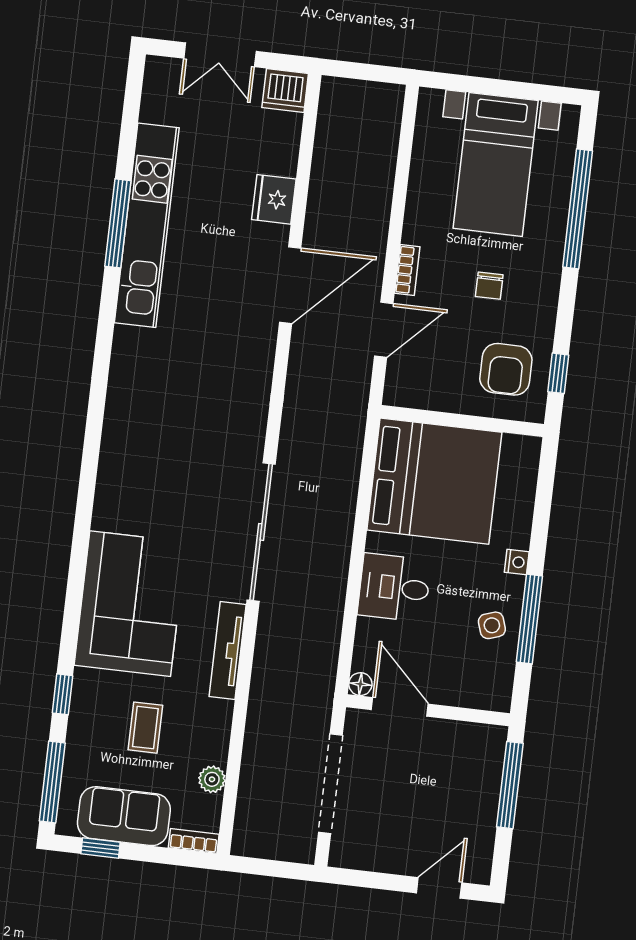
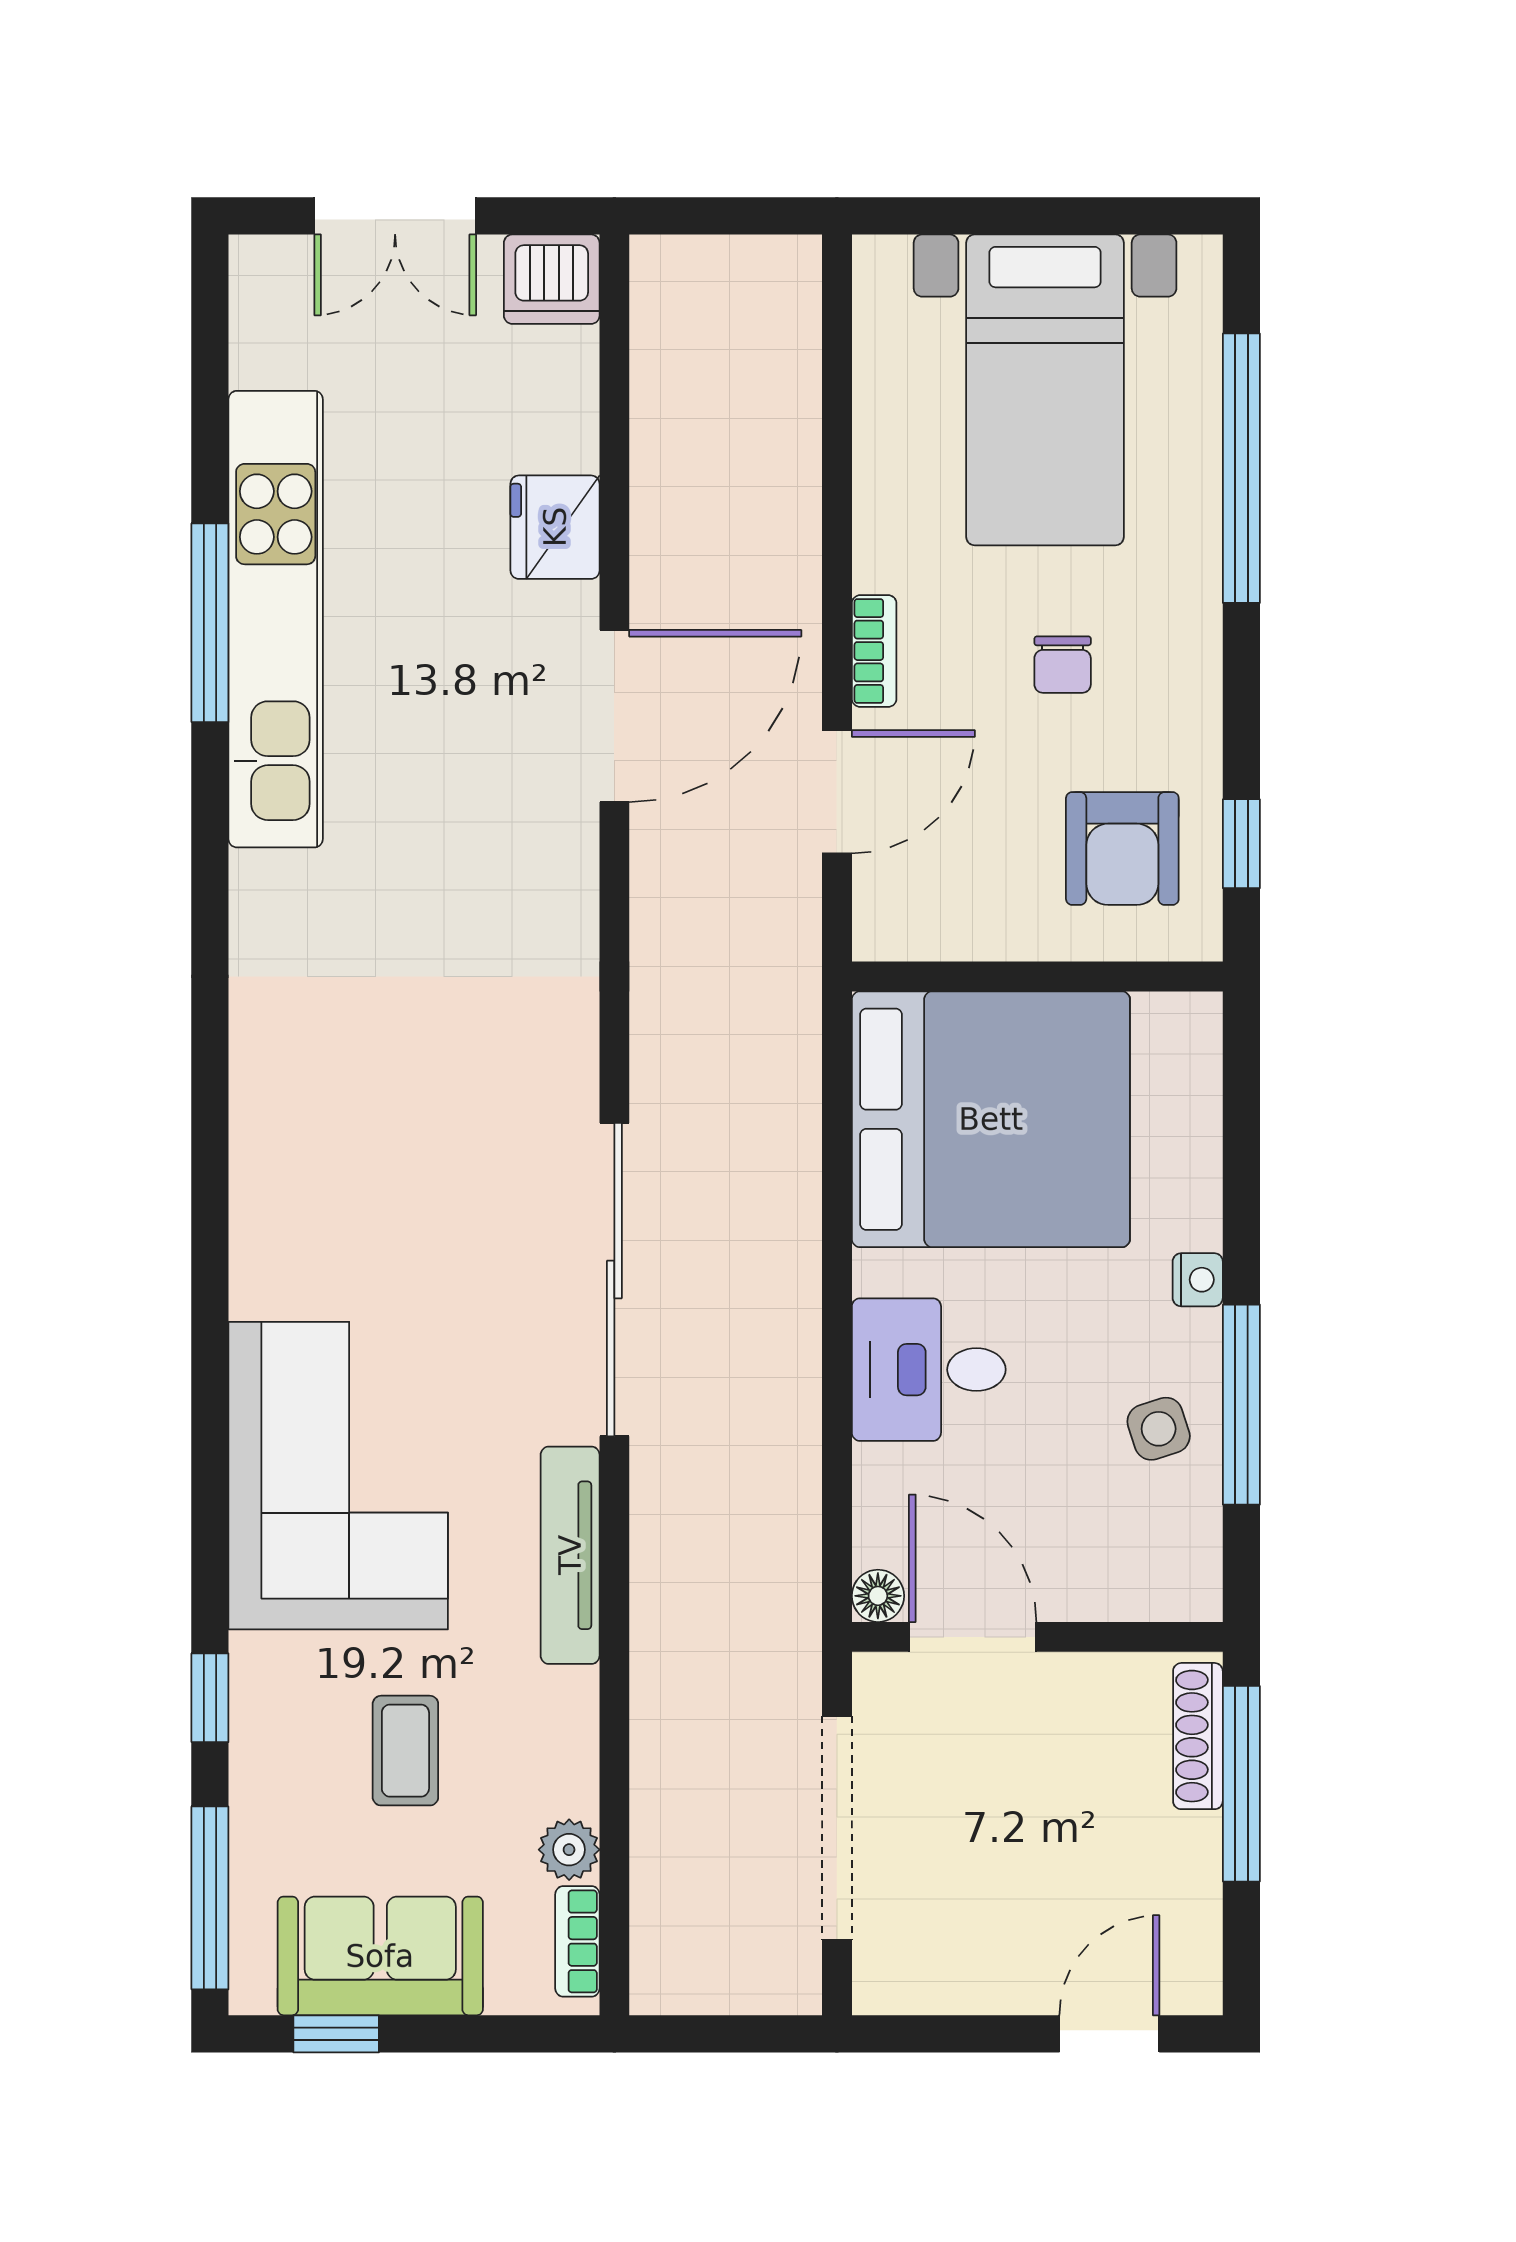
shoe rack: (493, 762) -> (1198, 1736), added
bookcase: (194, 841) -> (577, 1941), moved, turned -90

